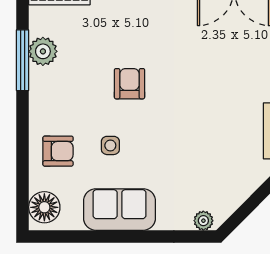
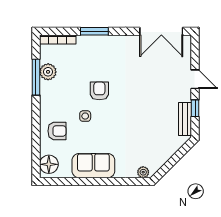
side table: (110, 145) -> (85, 116), moved

